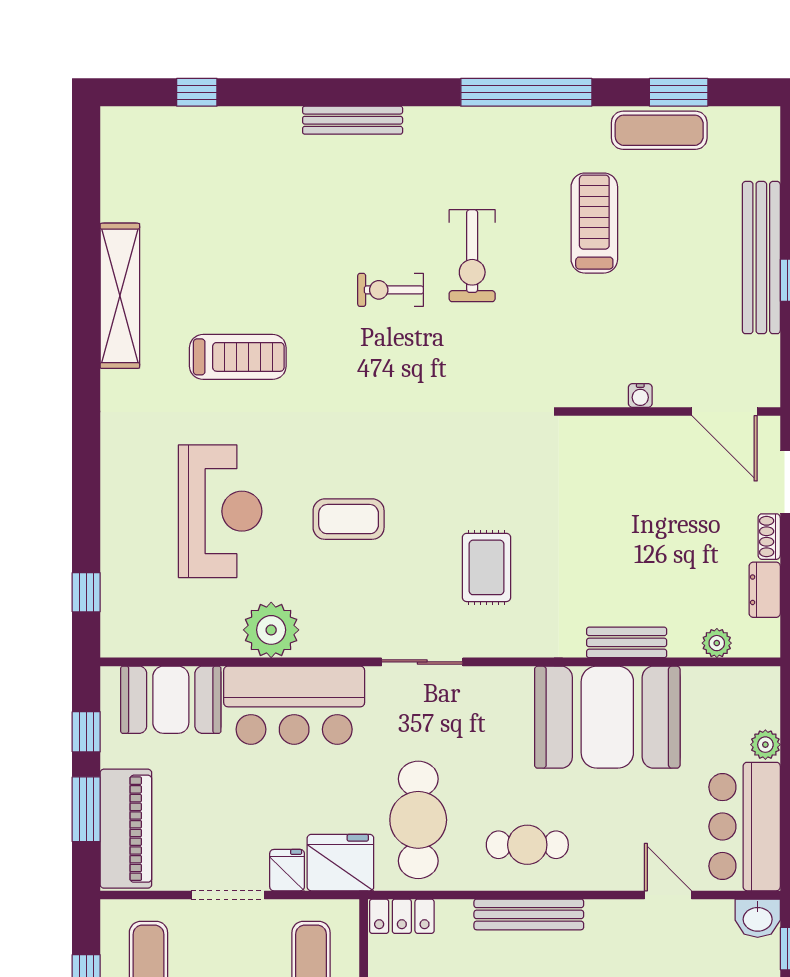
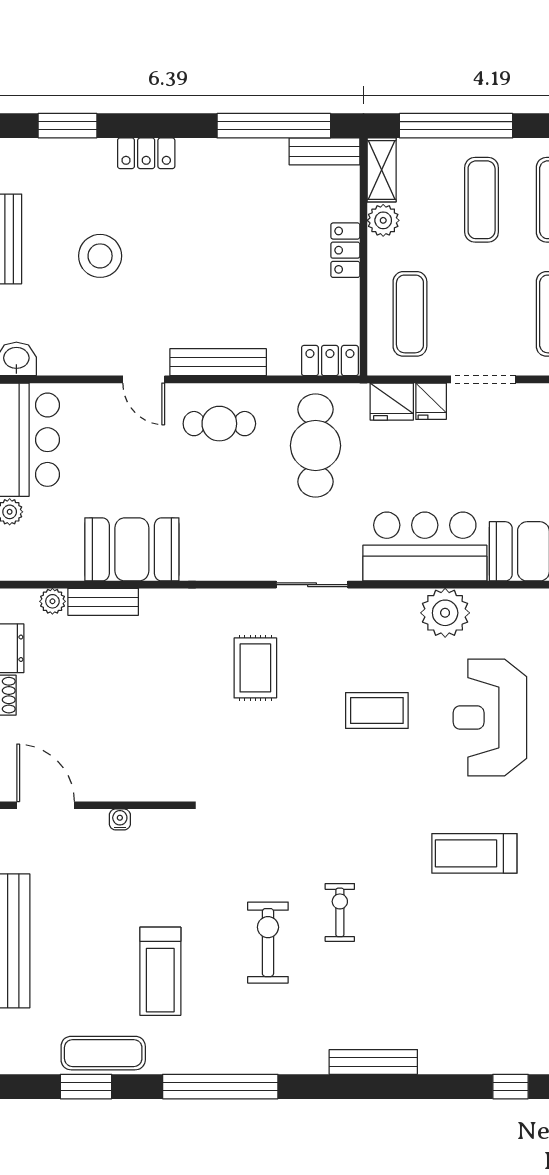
exercise bike: (391, 290) -> (340, 912), turned -90
bench: (627, 642) -> (103, 602), moved
booth: (607, 717) -> (132, 549), width x0.73, depth x0.70
fridge: (340, 863) -> (392, 402), width x0.73, depth x0.75
door: (668, 895) -> (144, 379), moved

